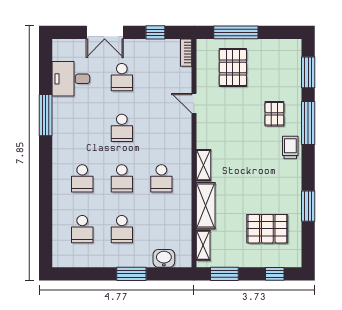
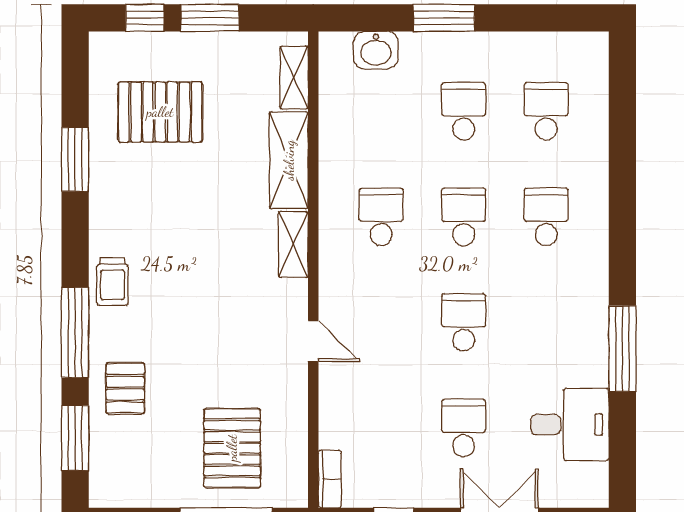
door: (194, 103) -> (313, 341), moved
pallet: (274, 114) -> (125, 388), moved
window: (224, 274) -> (210, 18), moved

